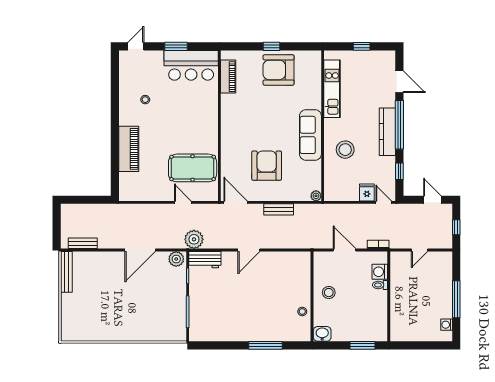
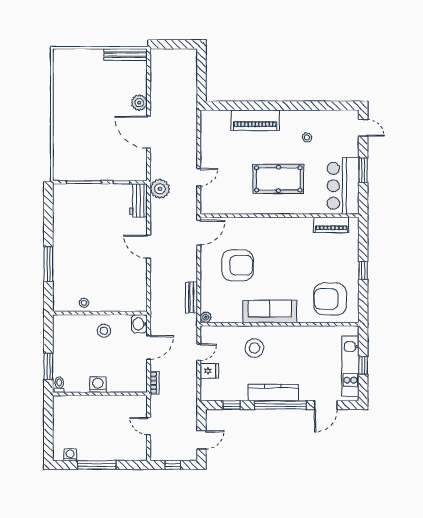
armchair: (279, 70) -> (330, 299), moved, turned -90
kitchen unit: (332, 89) -> (350, 366), moved, turned 90
pool table: (193, 168) -> (278, 179), moved, turned 90
door: (384, 202) -> (199, 352), moved
bench: (279, 209) -> (191, 297), moved
bench: (83, 243) -> (156, 72), removed
plant: (176, 259) -> (139, 103), moved
washing machine: (380, 272) -> (98, 384), moved
toilet: (380, 285) -> (59, 385), moved
washbasin: (322, 334) -> (139, 324), moved, turned 180

